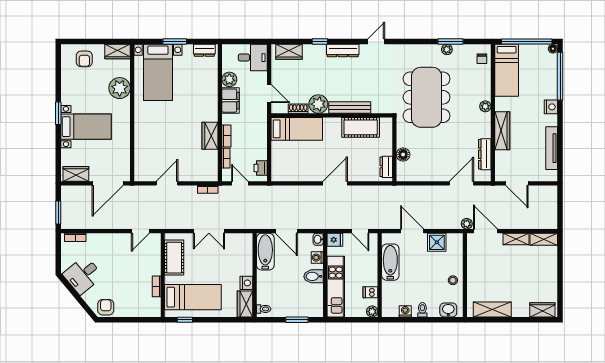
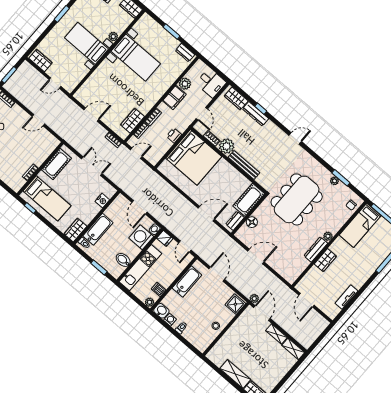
dresser: (343, 50) -> (256, 114), moved
bed with nightstands: (158, 72) -> (136, 58), moved, turned -90
plant: (120, 88) -> (113, 37), width x0.53, depth x0.53
nightstand: (551, 107) -> (368, 271), removed
bed with nightstands: (86, 127) -> (86, 43), moved, turned 180
cot: (361, 127) -> (249, 200), moved, turned 90
bed: (297, 129) -> (194, 157), width x2.04
wardrobe: (502, 131) -> (325, 260), width x0.67
wardrobe: (210, 136) -> (132, 121), moved
tv unit: (552, 148) -> (346, 297), width x0.71
dresser: (485, 154) -> (316, 250), moved
printer: (261, 168) -> (174, 135), moved
door: (108, 183) -> (55, 83), width x0.53
door: (240, 183) -> (136, 153), hinge flipped
door: (335, 183) -> (206, 214), moved
door: (462, 183) -> (256, 257), moved
door: (140, 231) -> (38, 120), moved
double door: (209, 231) -> (92, 166), swing flipped
shower: (437, 242) -> (235, 304), moved
bathtub: (265, 252) -> (98, 229), moved
washing machine: (317, 258) -> (141, 237), width x1.89, depth x1.89
bidet: (314, 276) -> (123, 260), moved
nightstand: (246, 283) -> (102, 201), moved
shelving: (492, 309) -> (235, 374), moved
washbasin: (448, 310) -> (161, 311), moved

